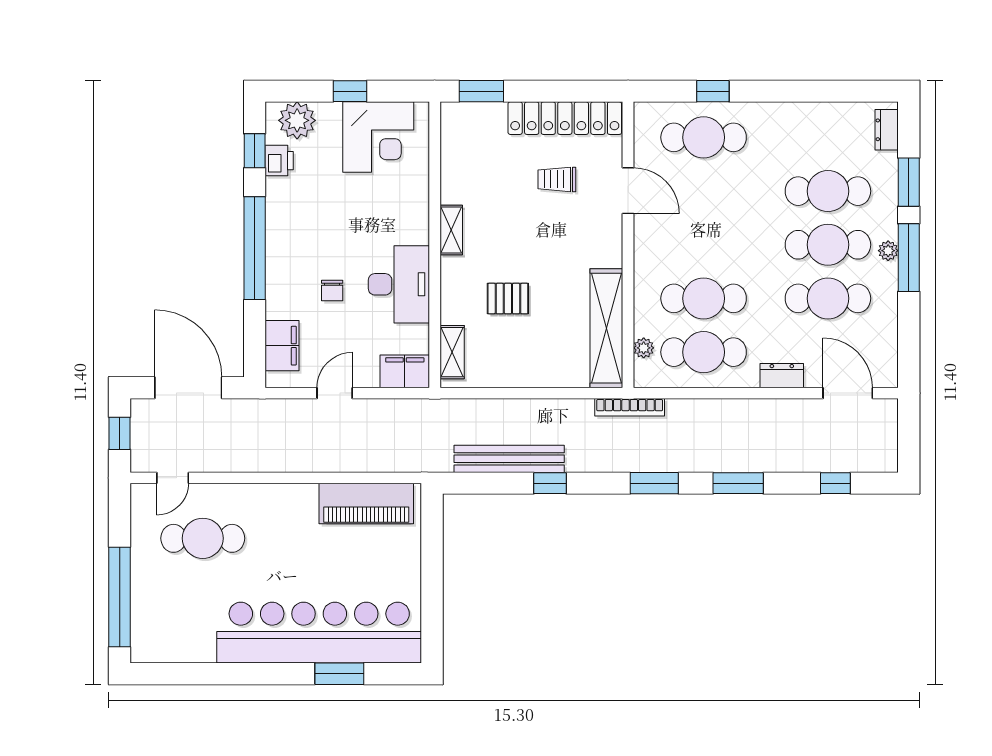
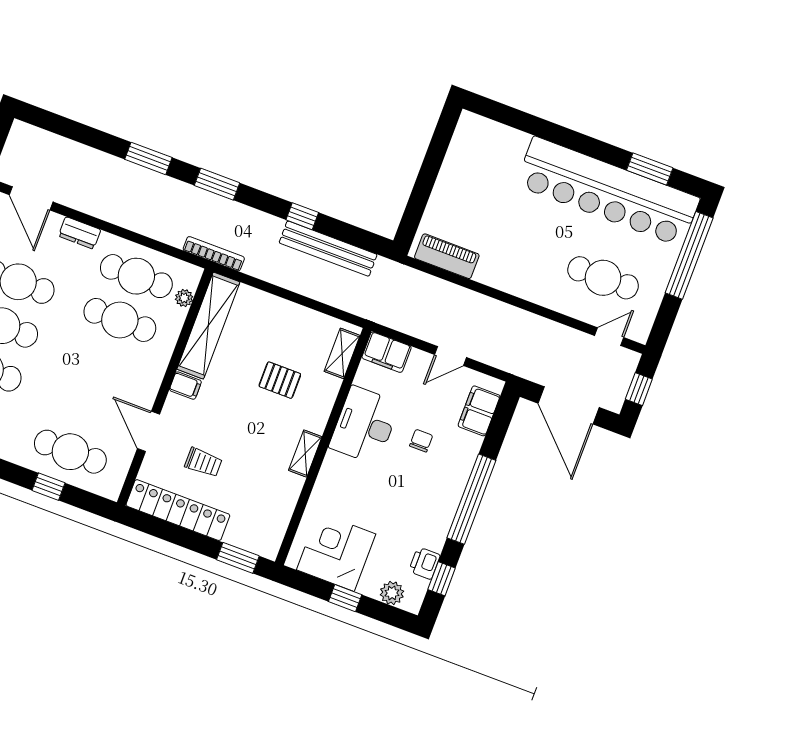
plant: (297, 120) -> (392, 593), width x0.73, depth x0.73
filing cabinet: (607, 255) -> (185, 386), added
window: (835, 483) -> (69, 129), removed
piano: (366, 504) -> (447, 256), width x0.73, depth x0.75
bar counter: (319, 633) -> (608, 192), moved
window: (339, 674) -> (650, 169), moved

